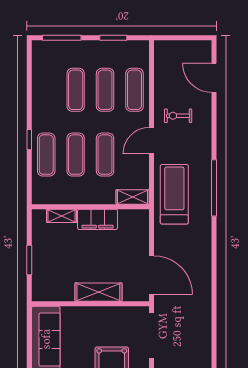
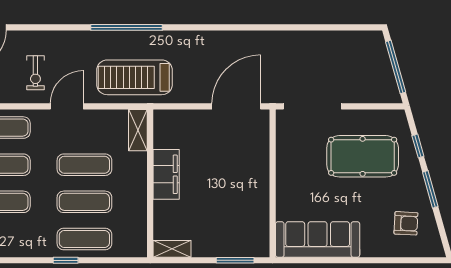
door: (151, 141) -> (67, 106), swing flipped
shelving: (61, 216) -> (172, 249), moved, turned 90
window: (29, 260) -> (235, 260), moved
shelving: (98, 292) -> (258, 173), removed

